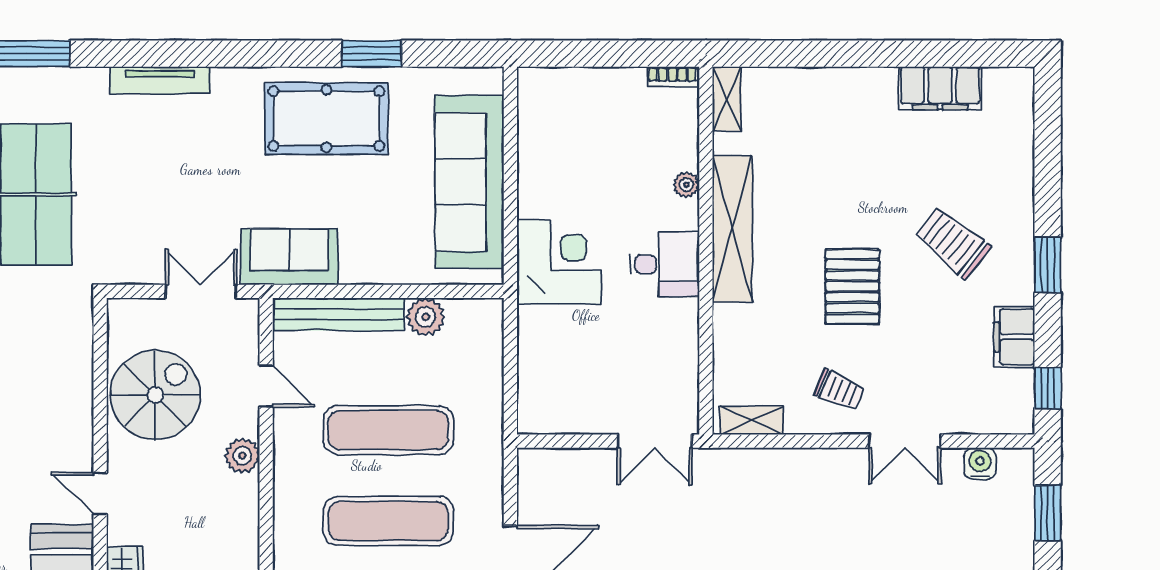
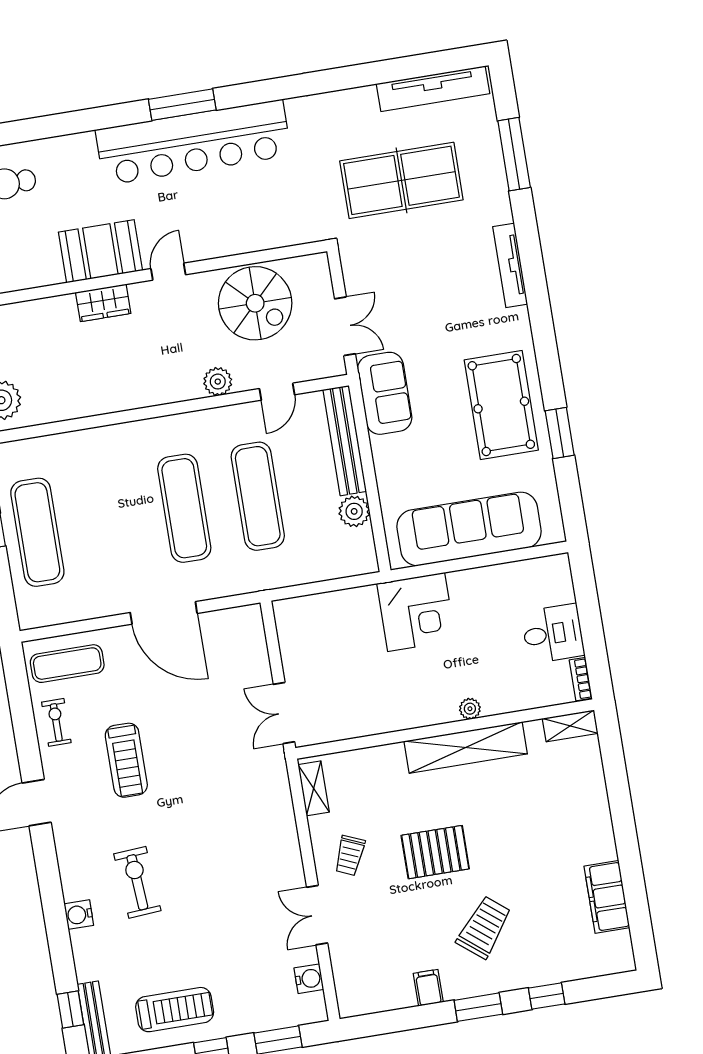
plant: (686, 185) -> (470, 709), moved
desk: (664, 264) -> (553, 634), moved, turned -90
filing cabinet: (1014, 337) -> (428, 988), width x0.50
window: (1048, 388) -> (547, 996), moved

